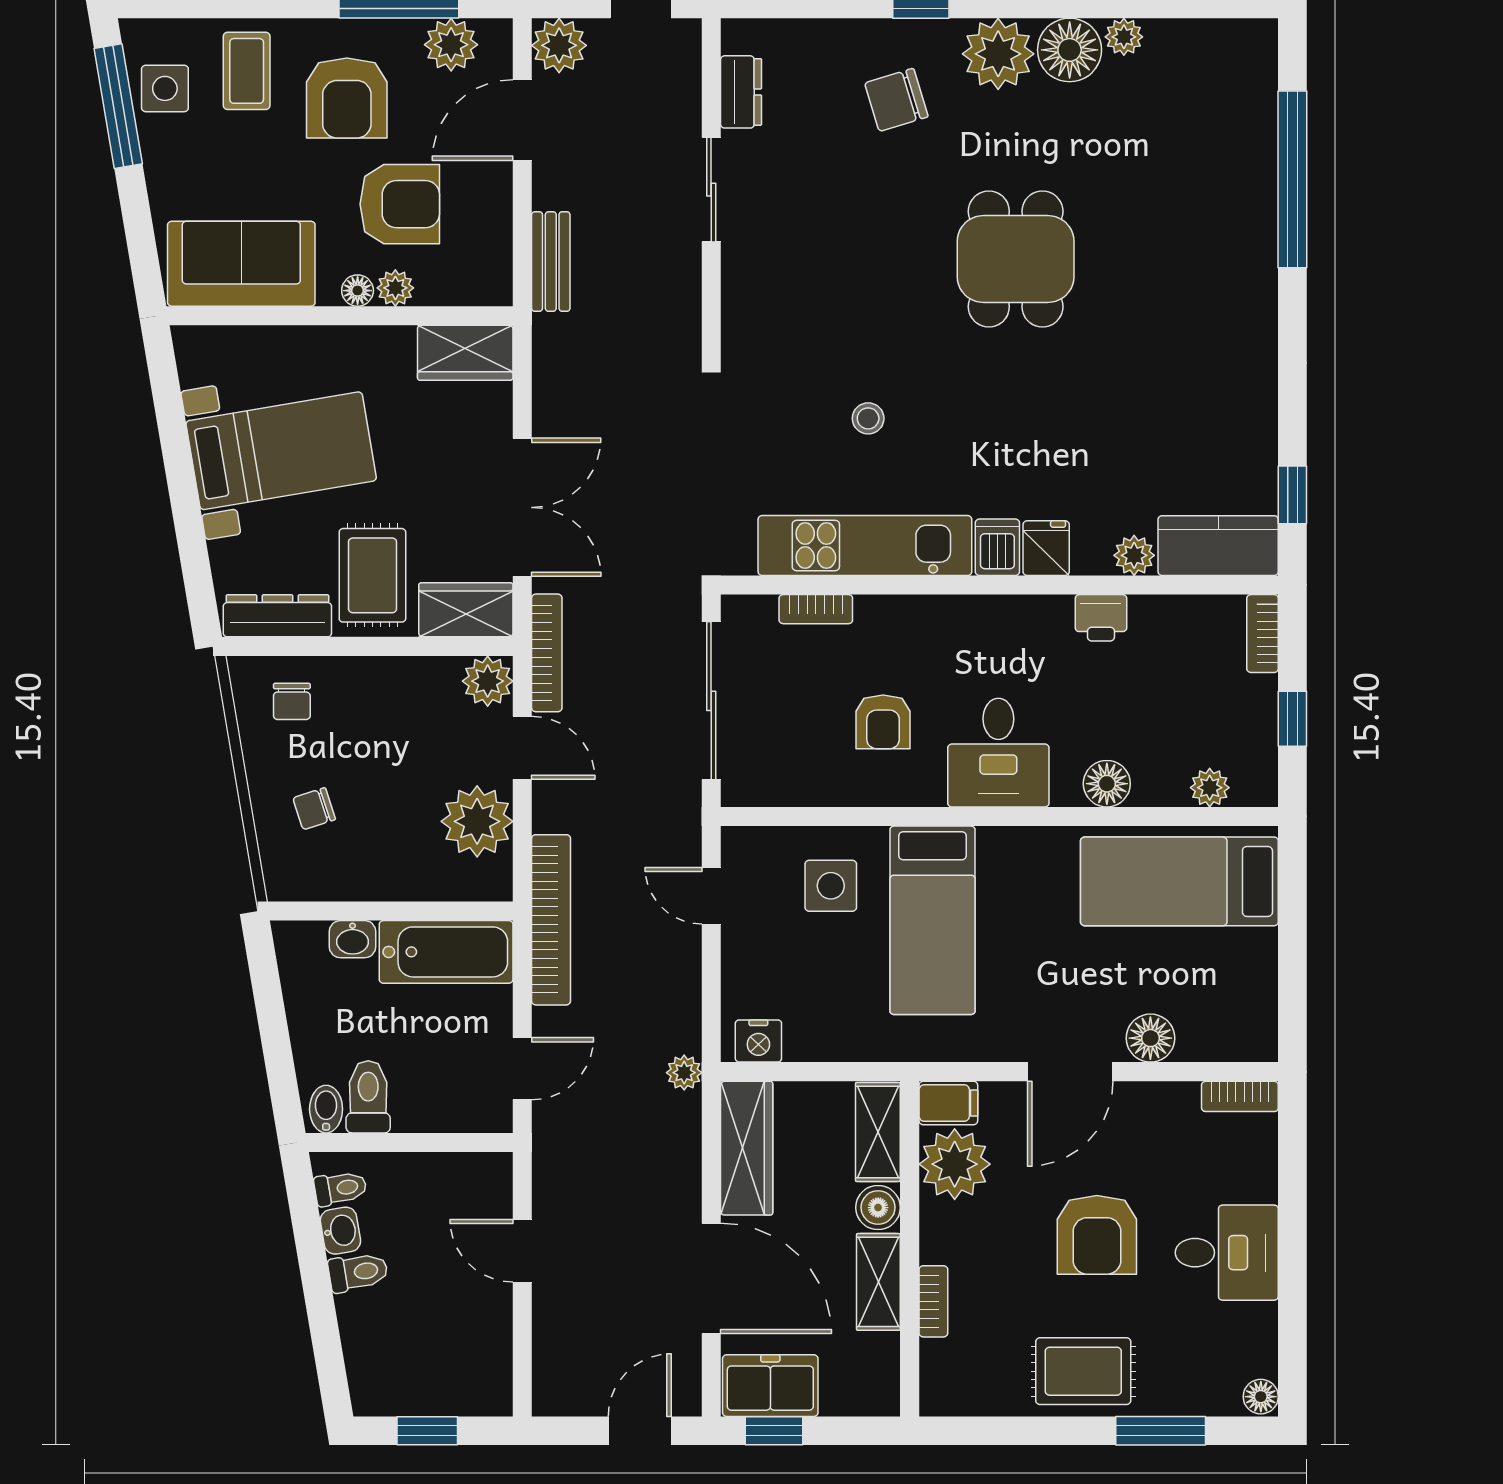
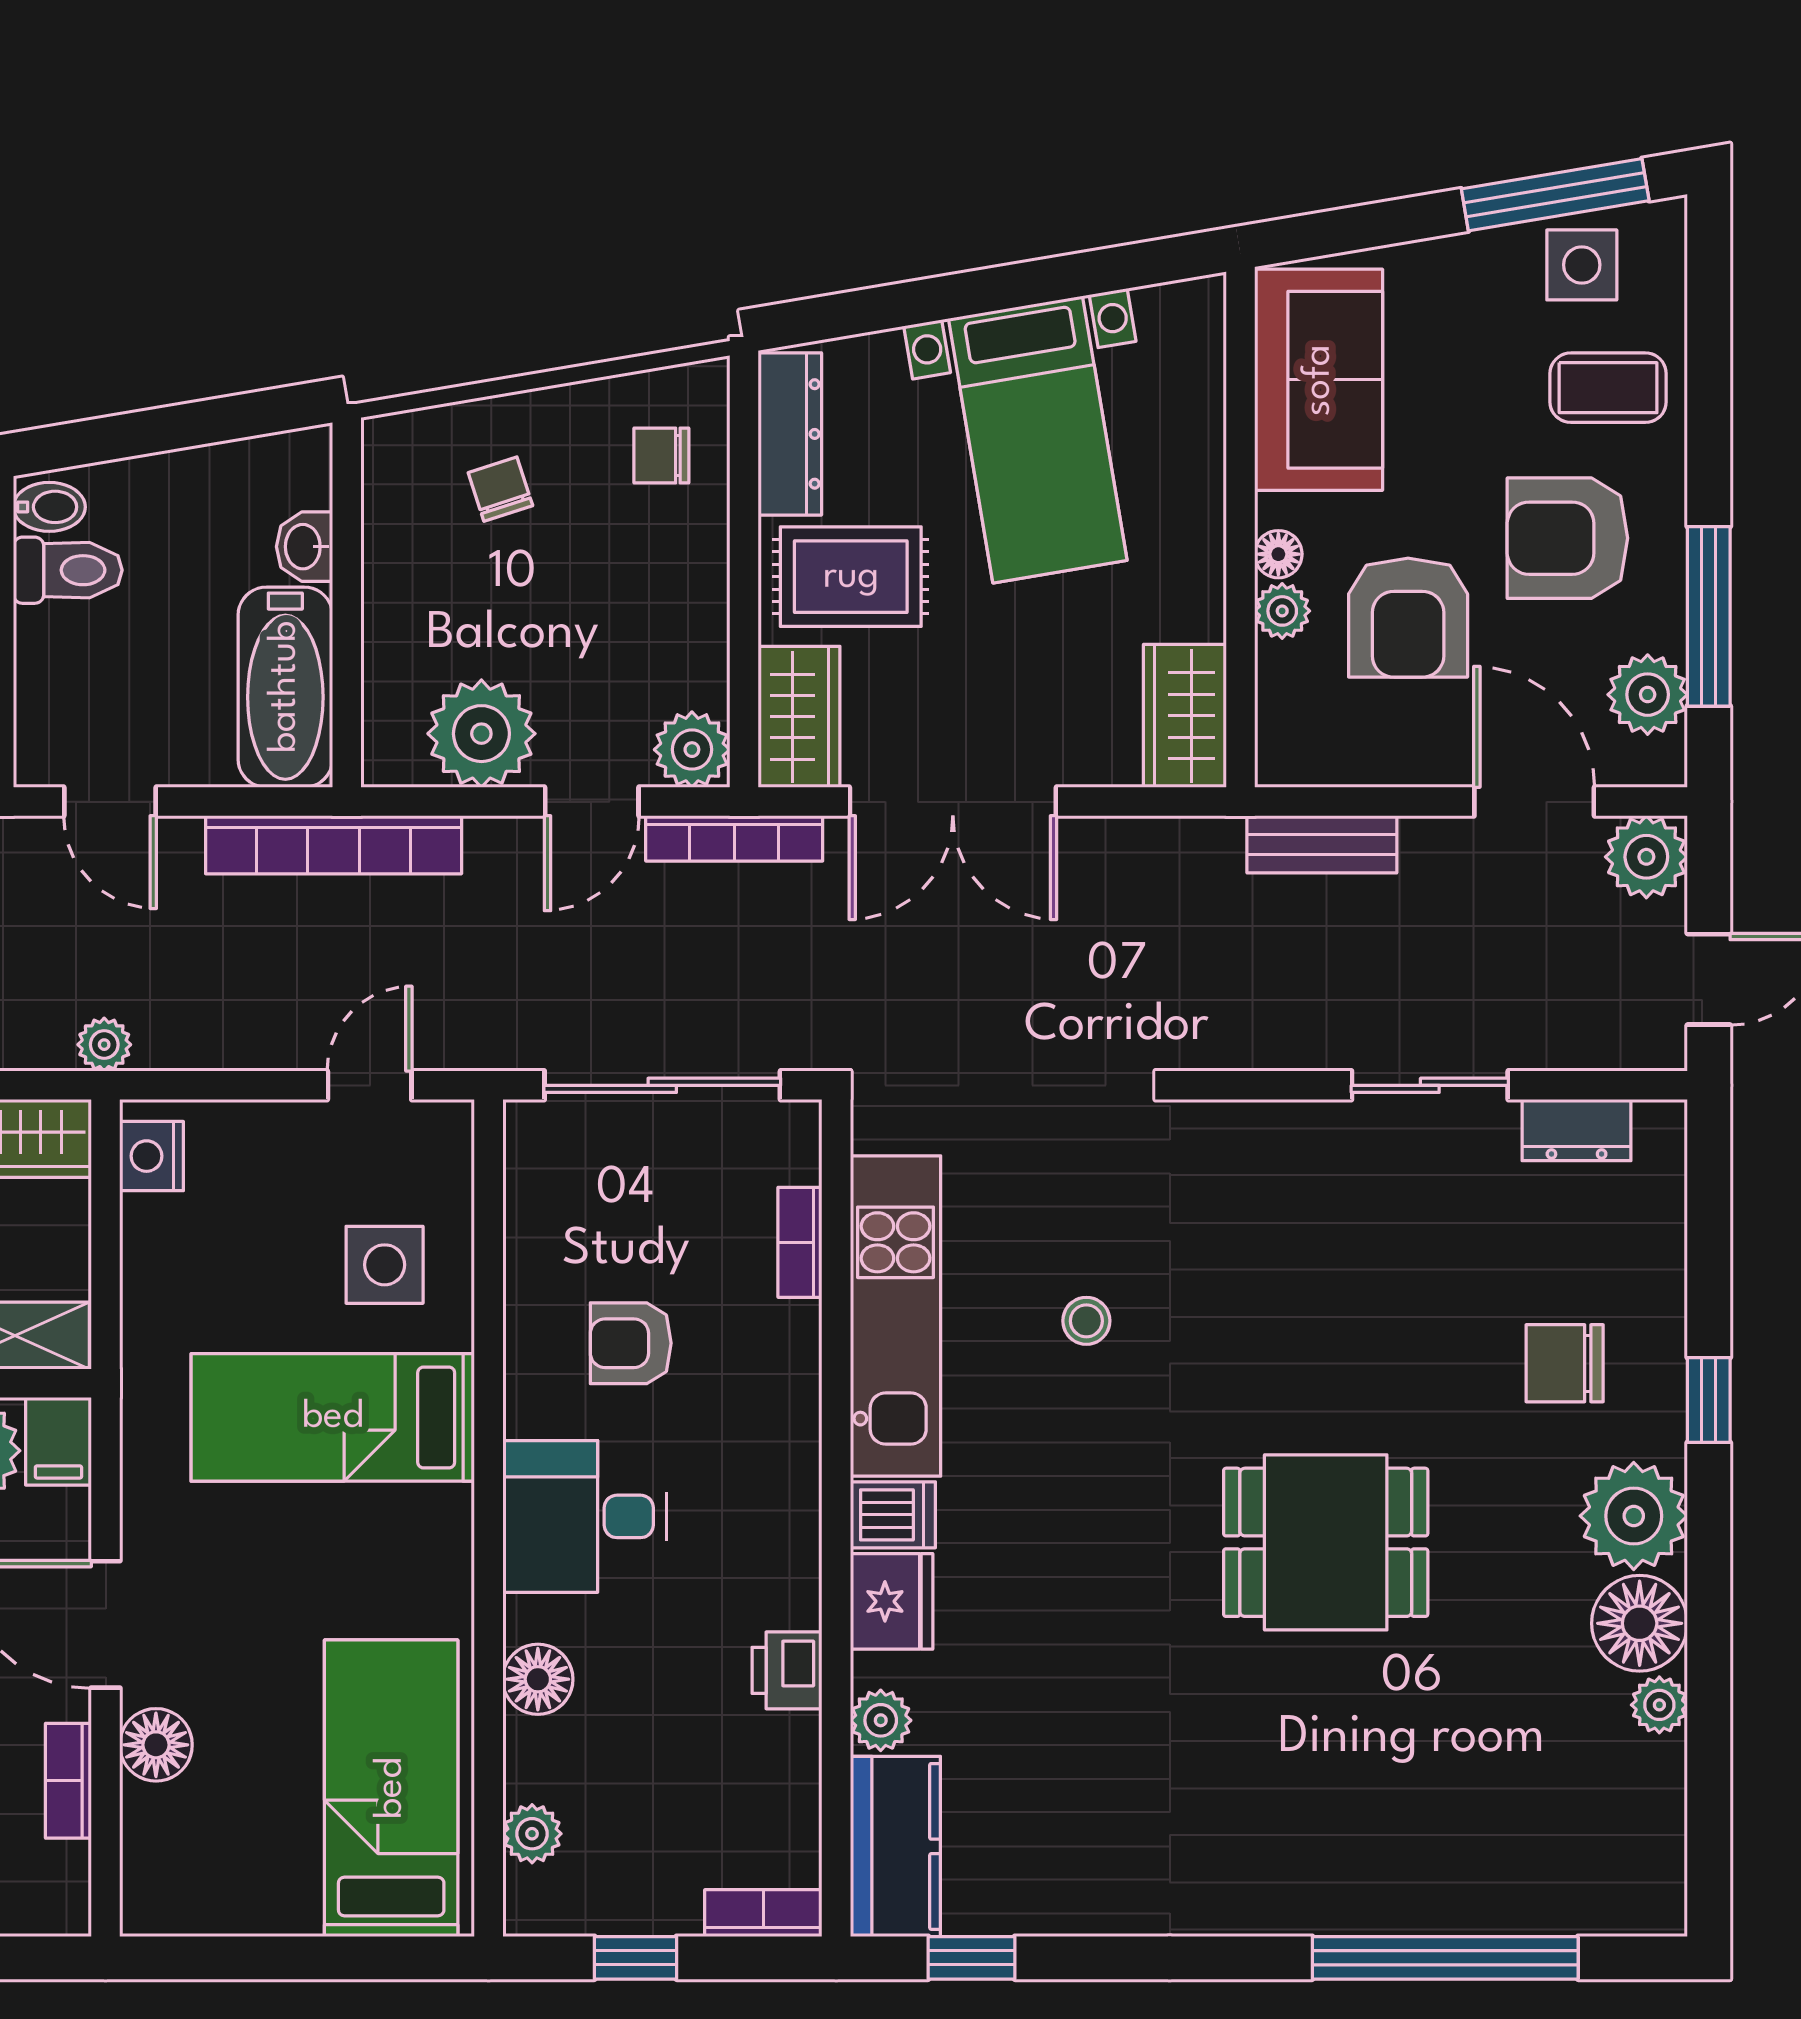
chair: (896, 100) -> (1565, 1363), turned -73
fridge: (1046, 548) -> (892, 1601), width x1.38
bookcase: (1240, 1096) -> (68, 1781), moved

